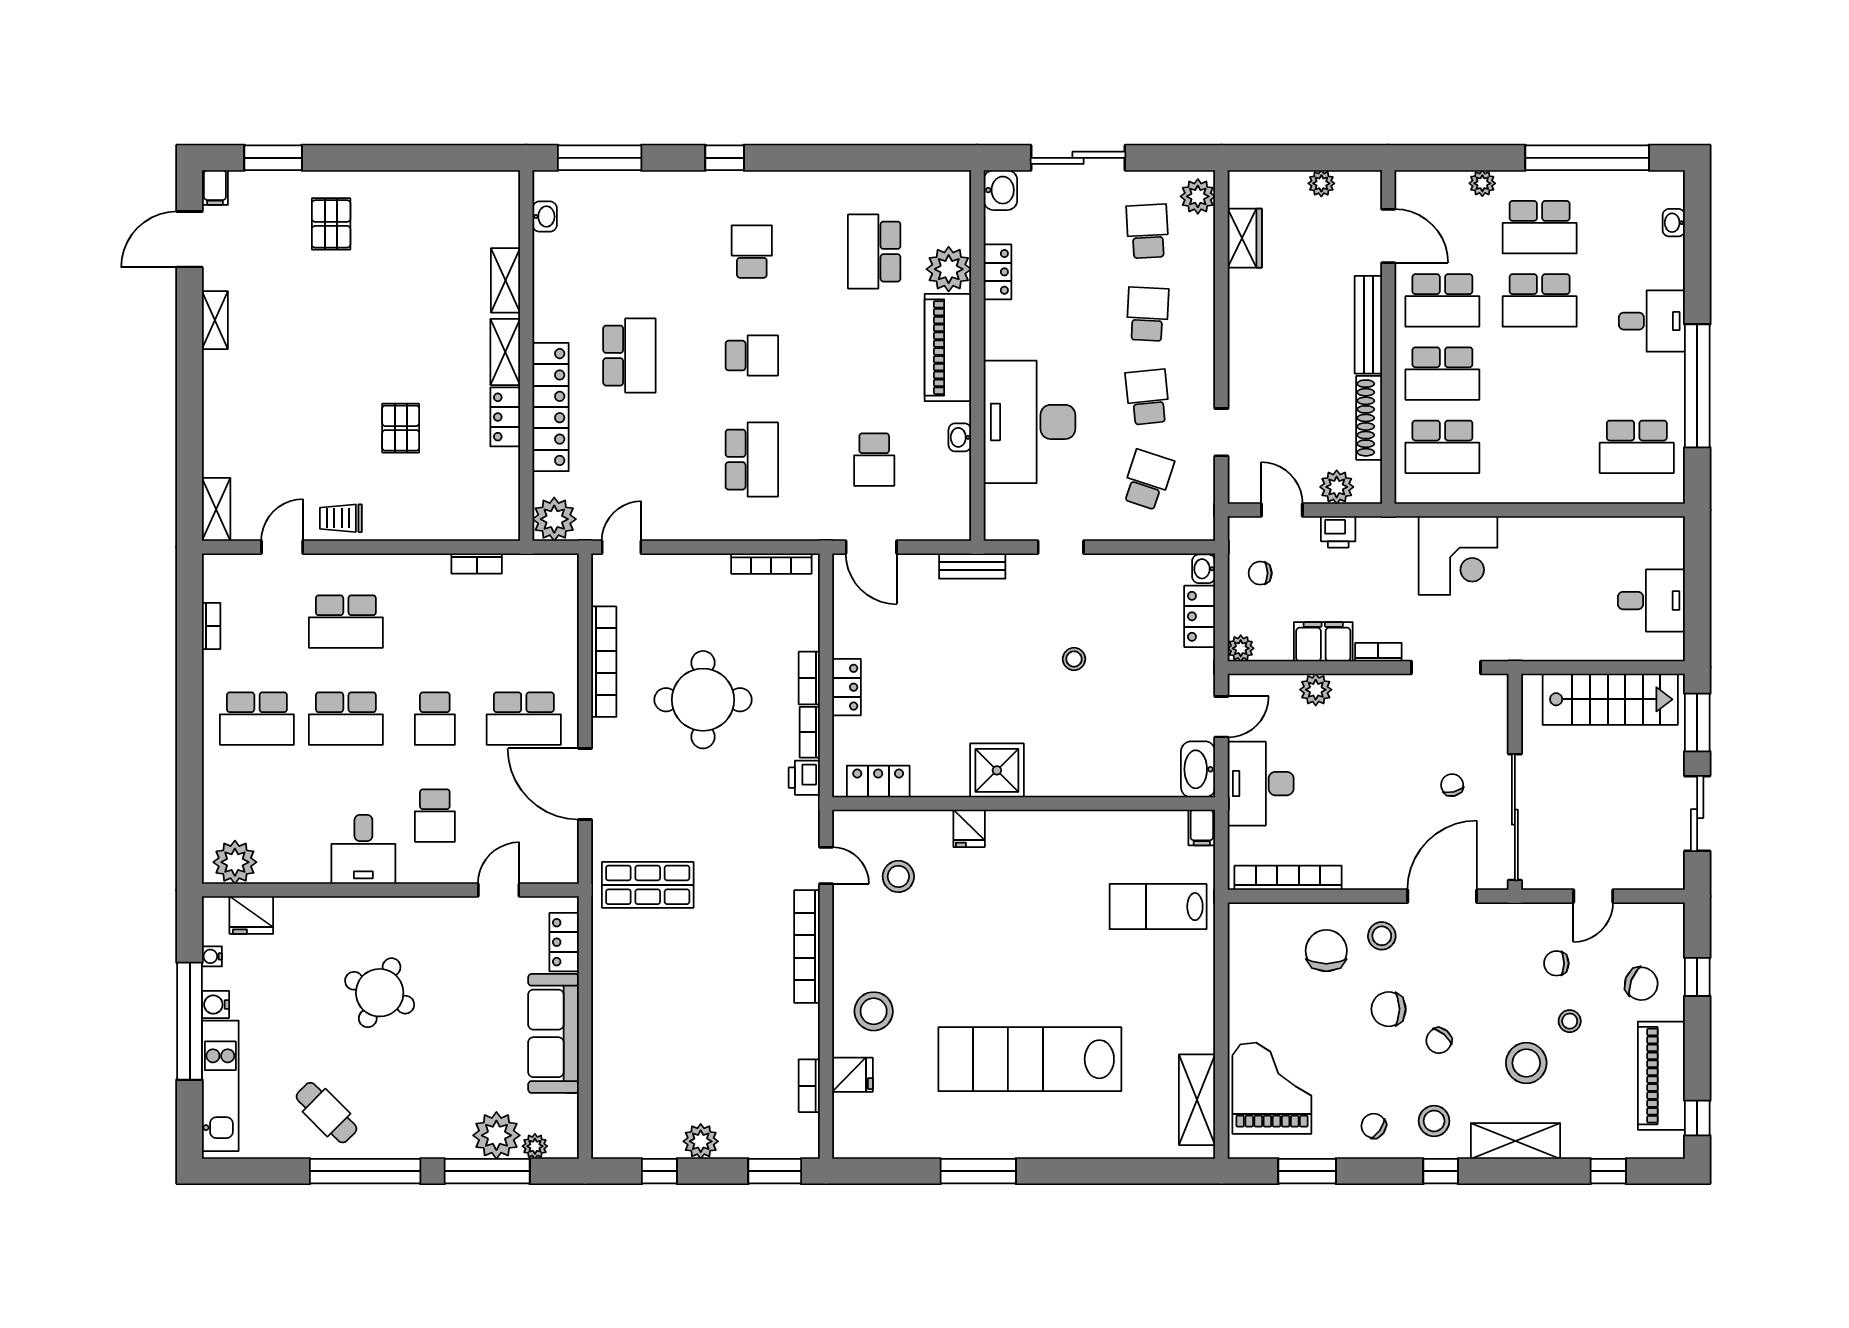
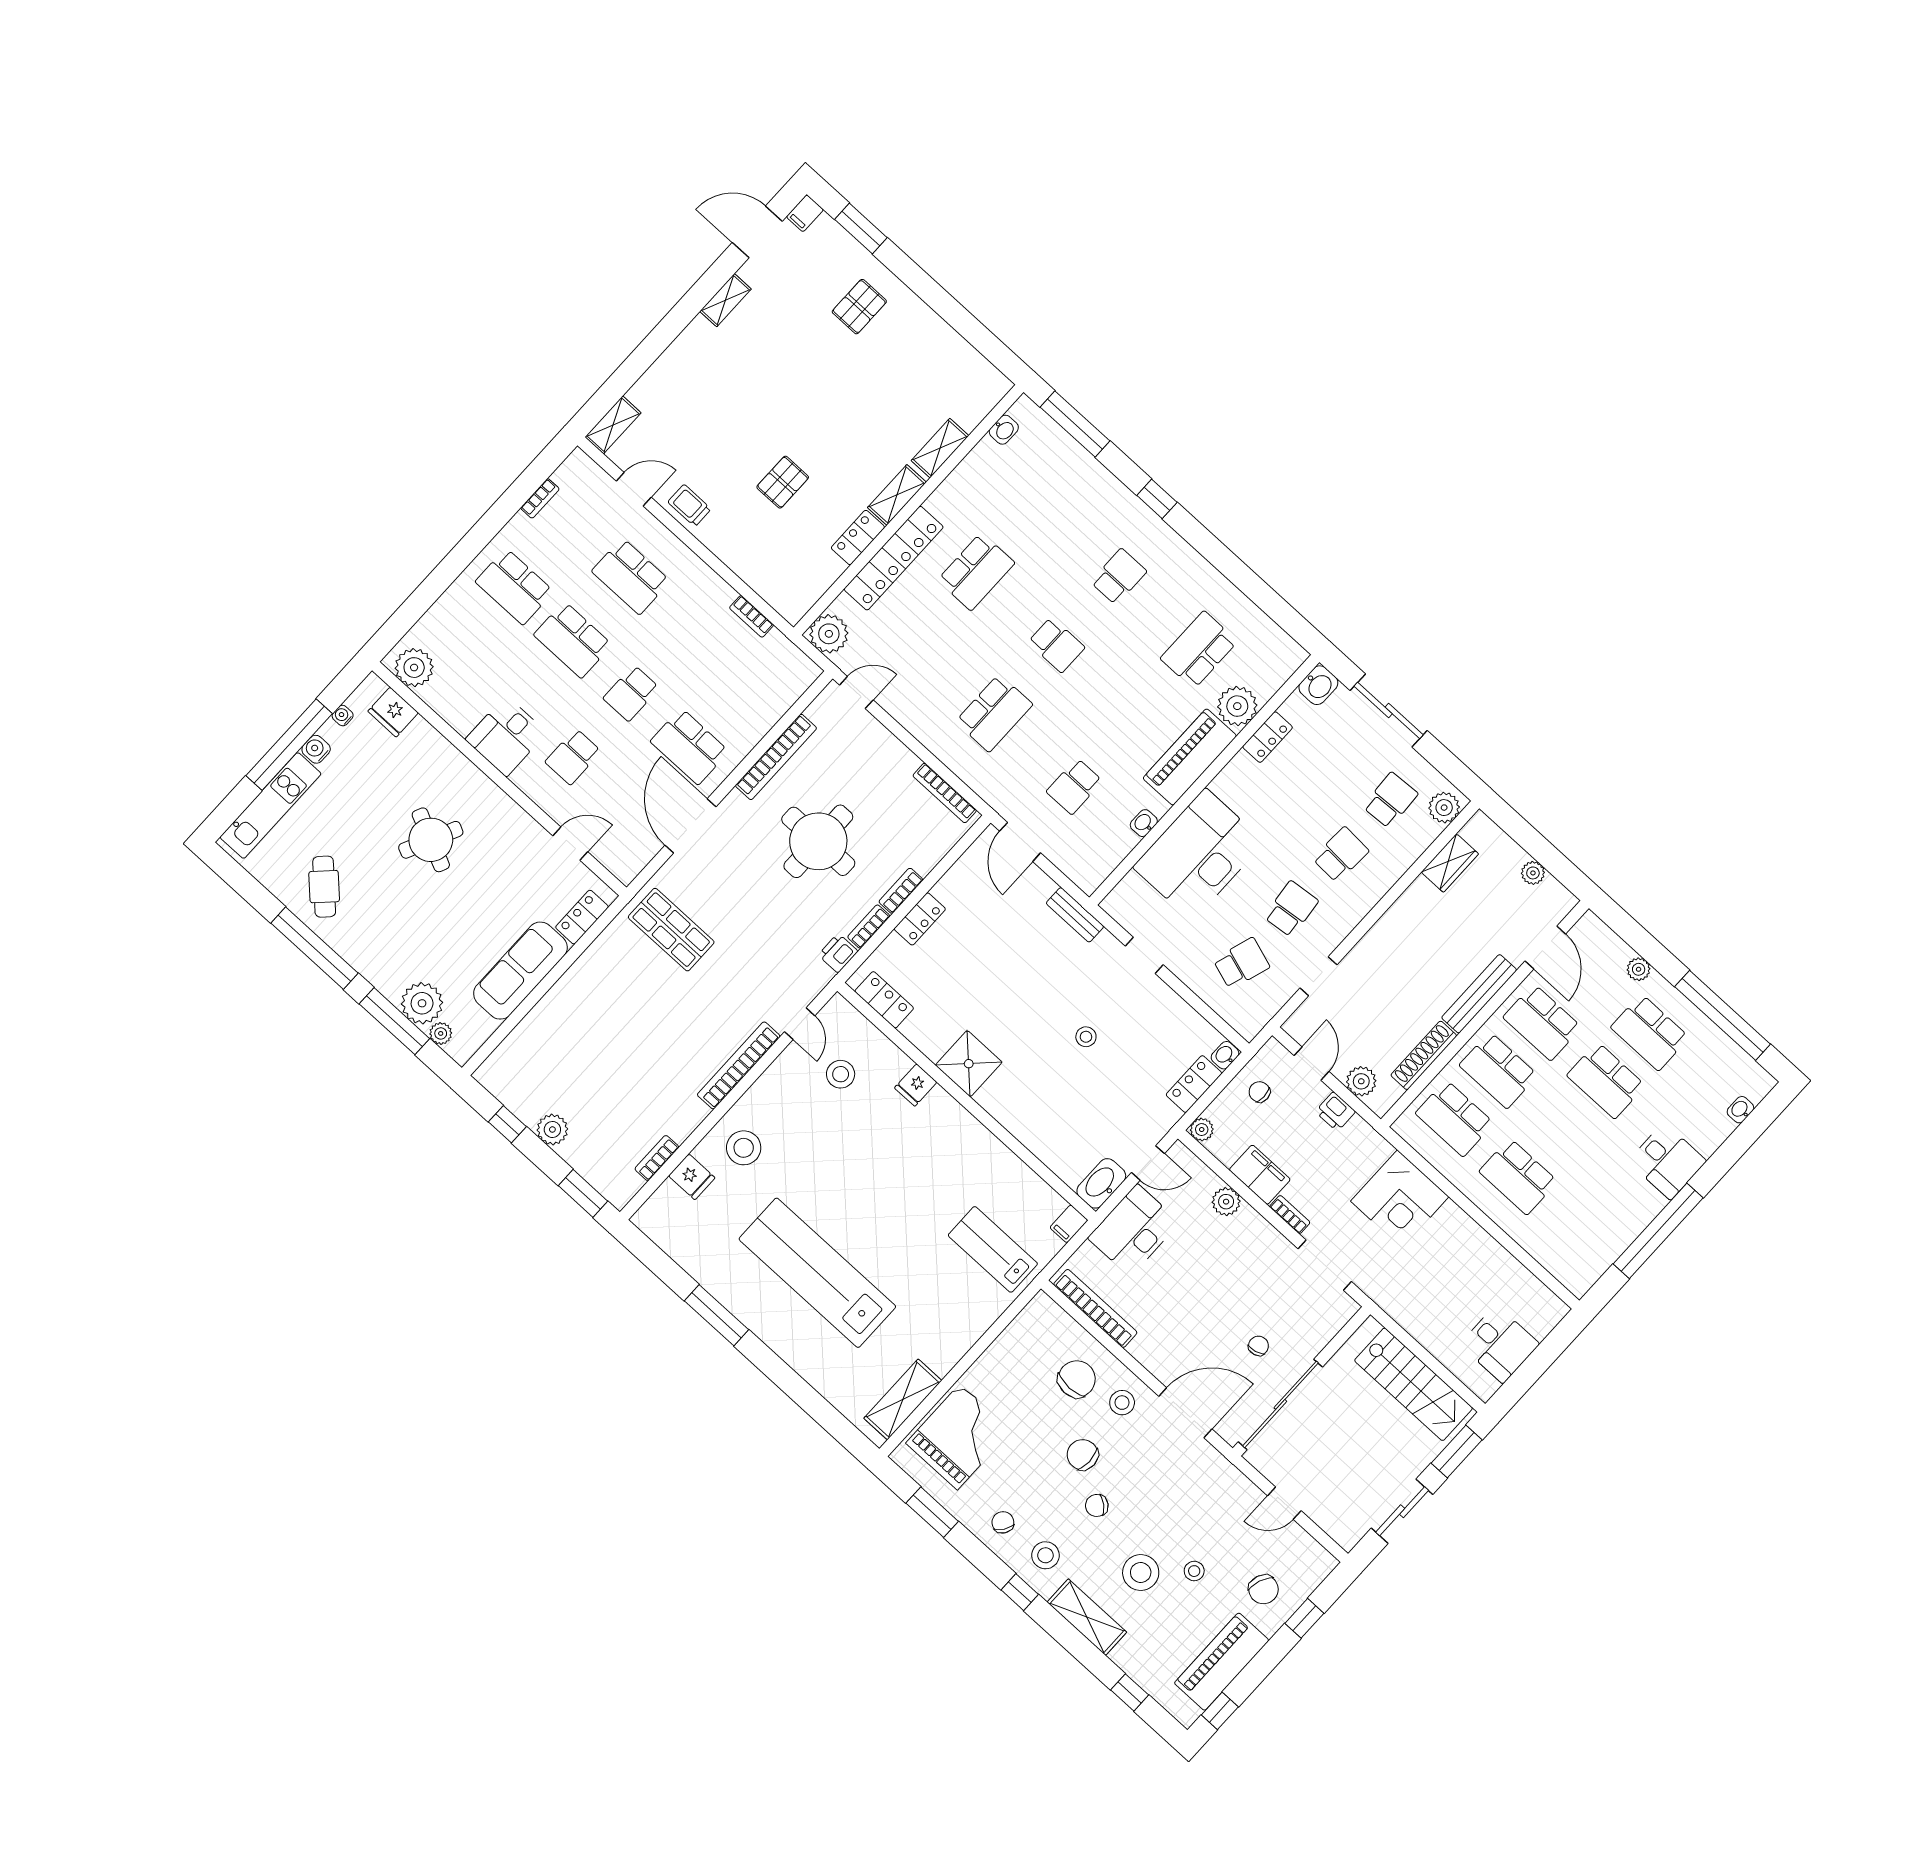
school desk: (1637, 447) -> (1518, 1176), moved
chair: (1556, 963) -> (1220, 1525), removed

